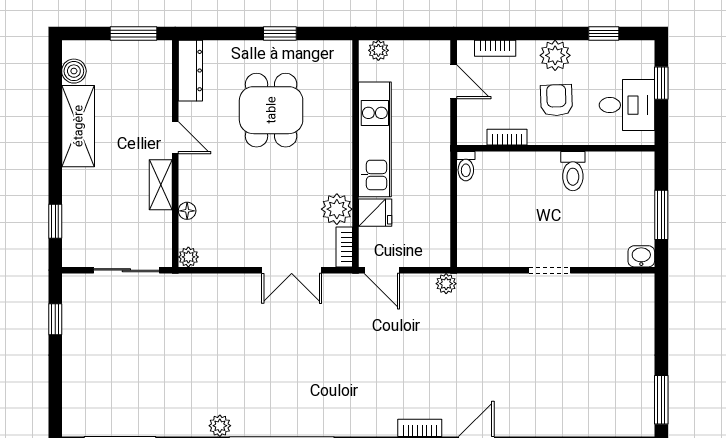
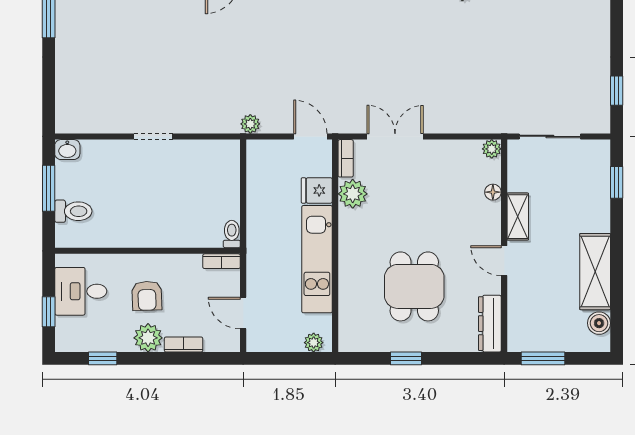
bookcase: (495, 48) -> (184, 344), moved
bookcase: (507, 137) -> (222, 261), moved
toilet: (573, 171) -> (73, 211), moved, turned 90

